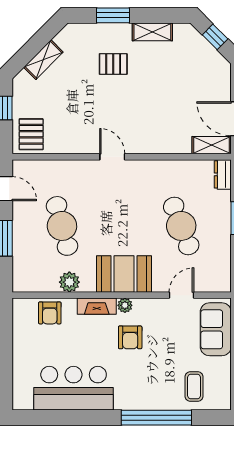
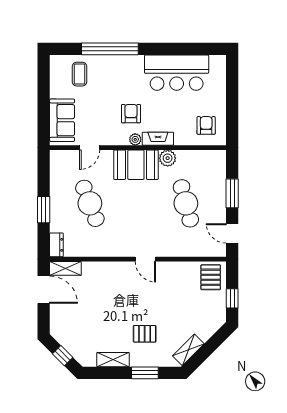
shelving: (43, 60) -> (188, 350), moved
plant: (69, 282) -> (168, 158), moved
armchair: (50, 313) -> (206, 125), moved

